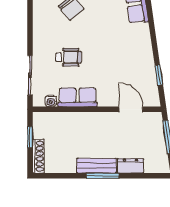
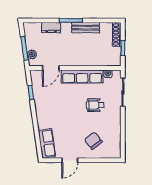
row of seats: (77, 97) -> (82, 76), width x1.48
door: (131, 109) -> (51, 68), hinge flipped
plant: (157, 128) -> (32, 54), added
bench: (96, 166) -> (86, 28), moved

